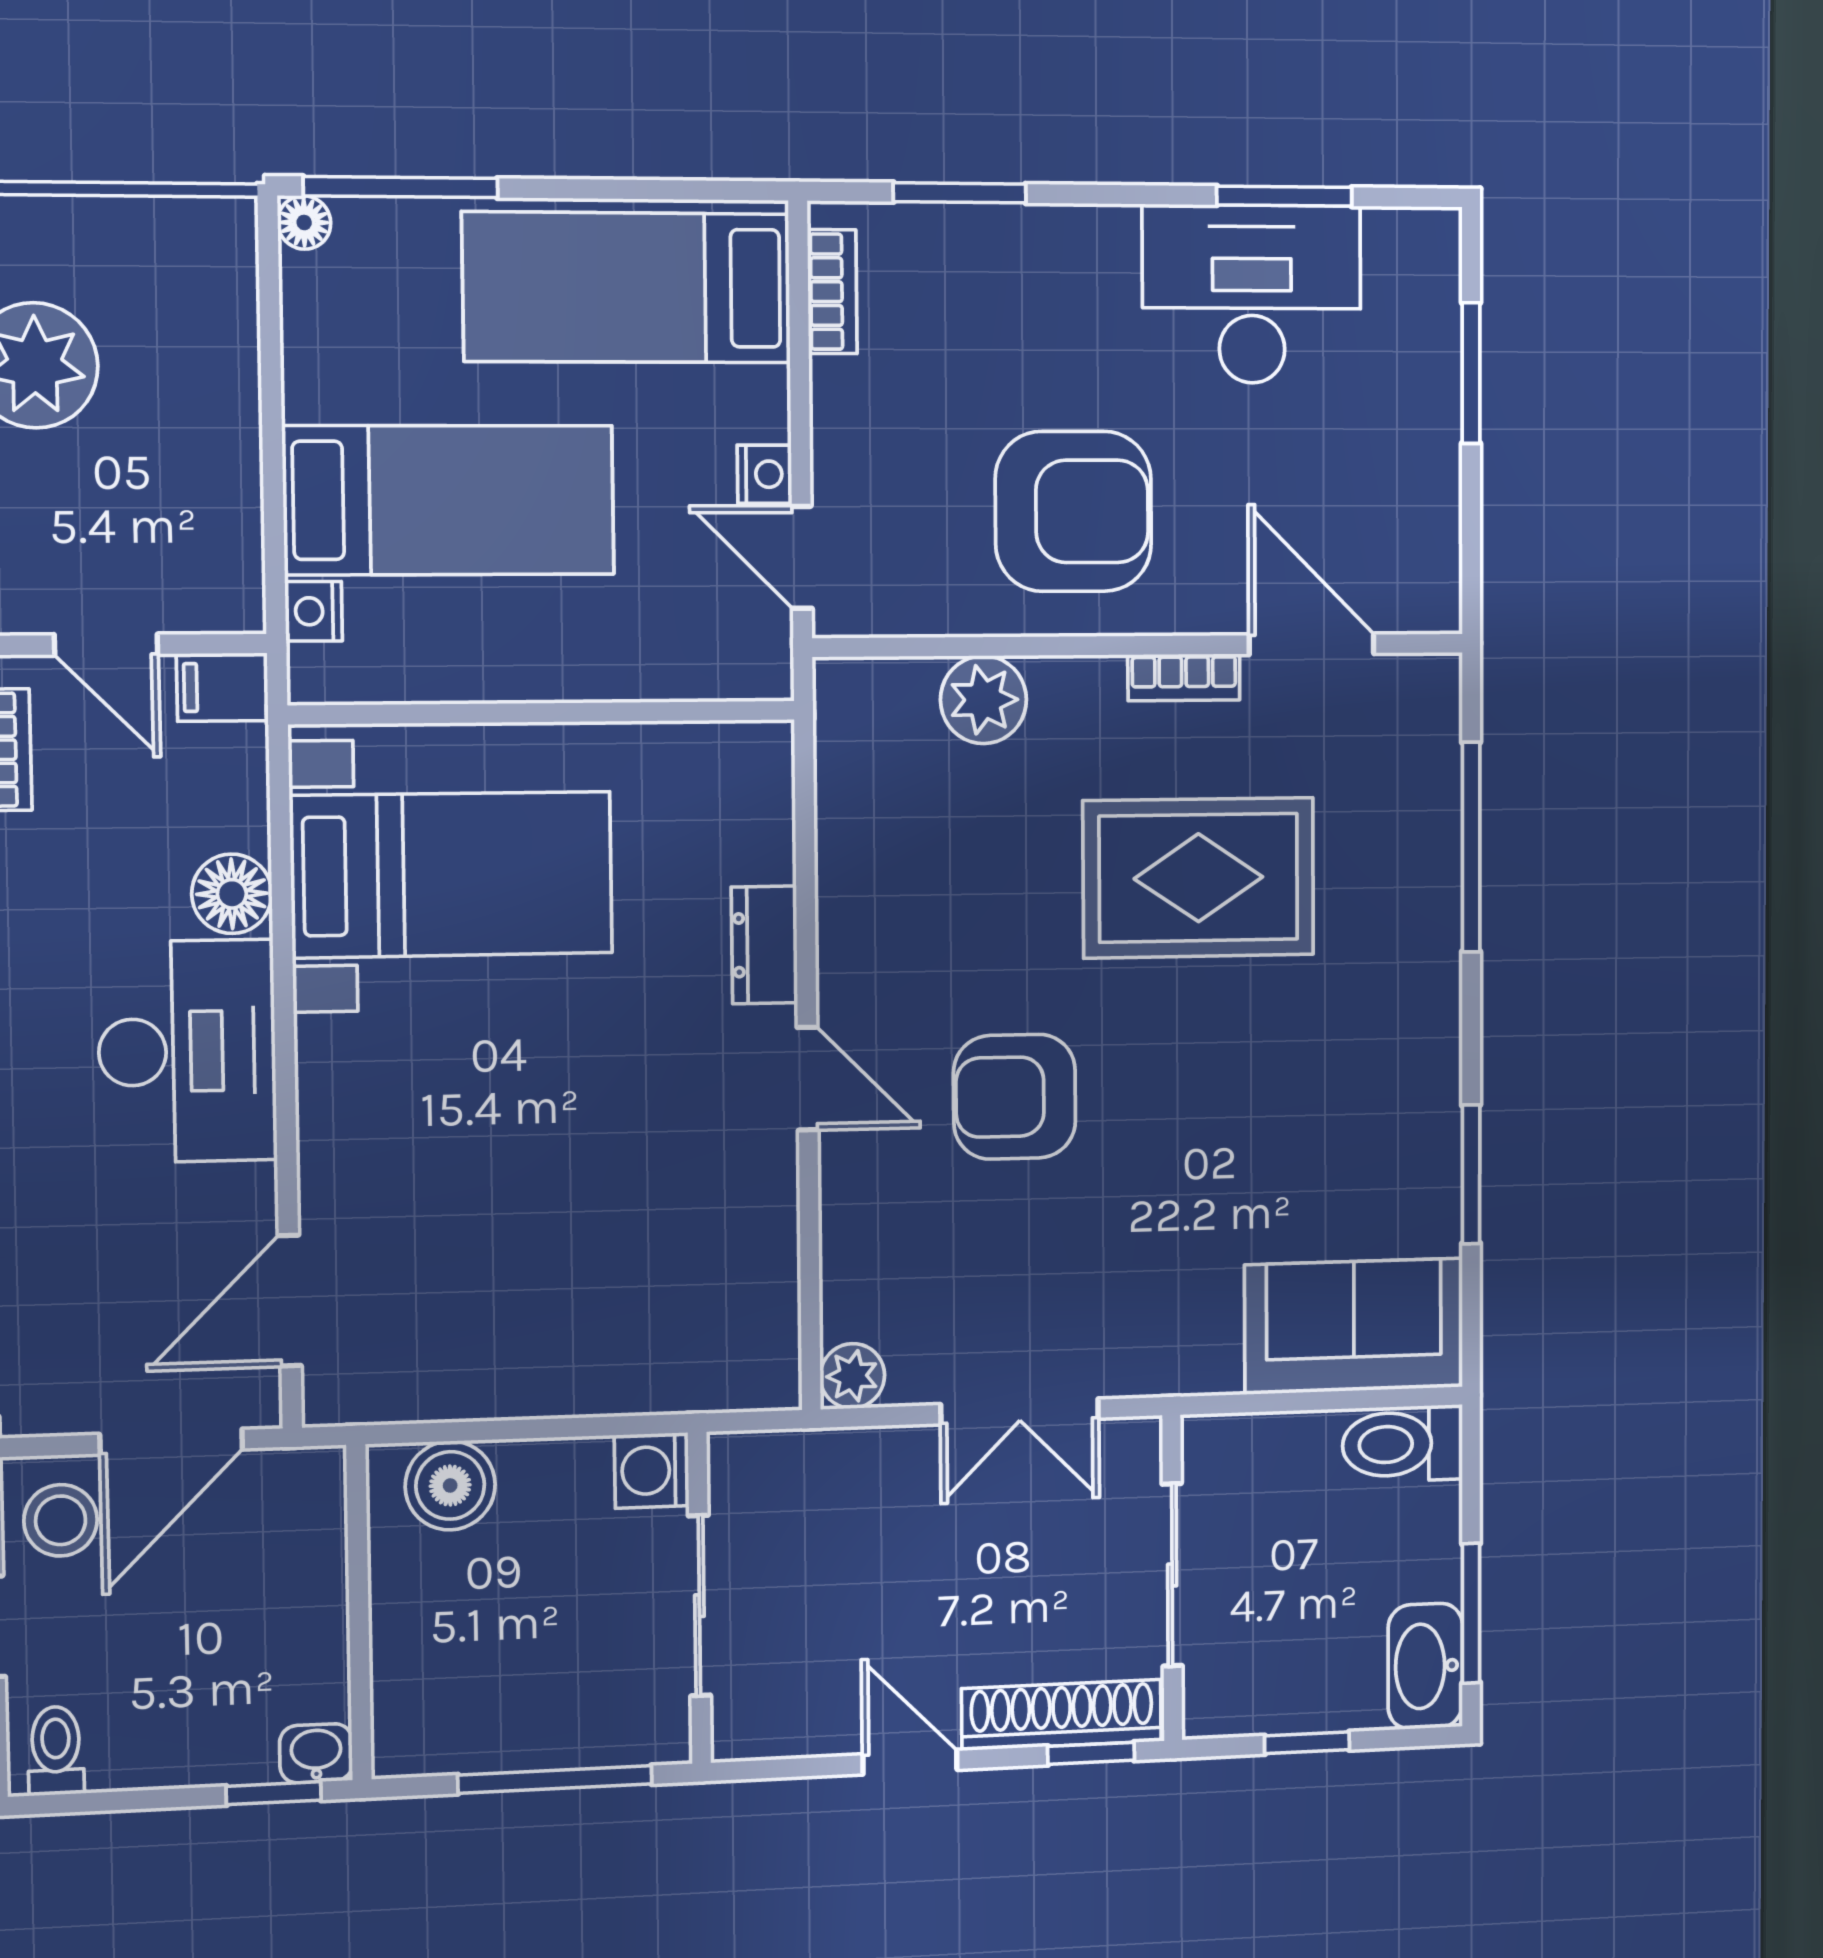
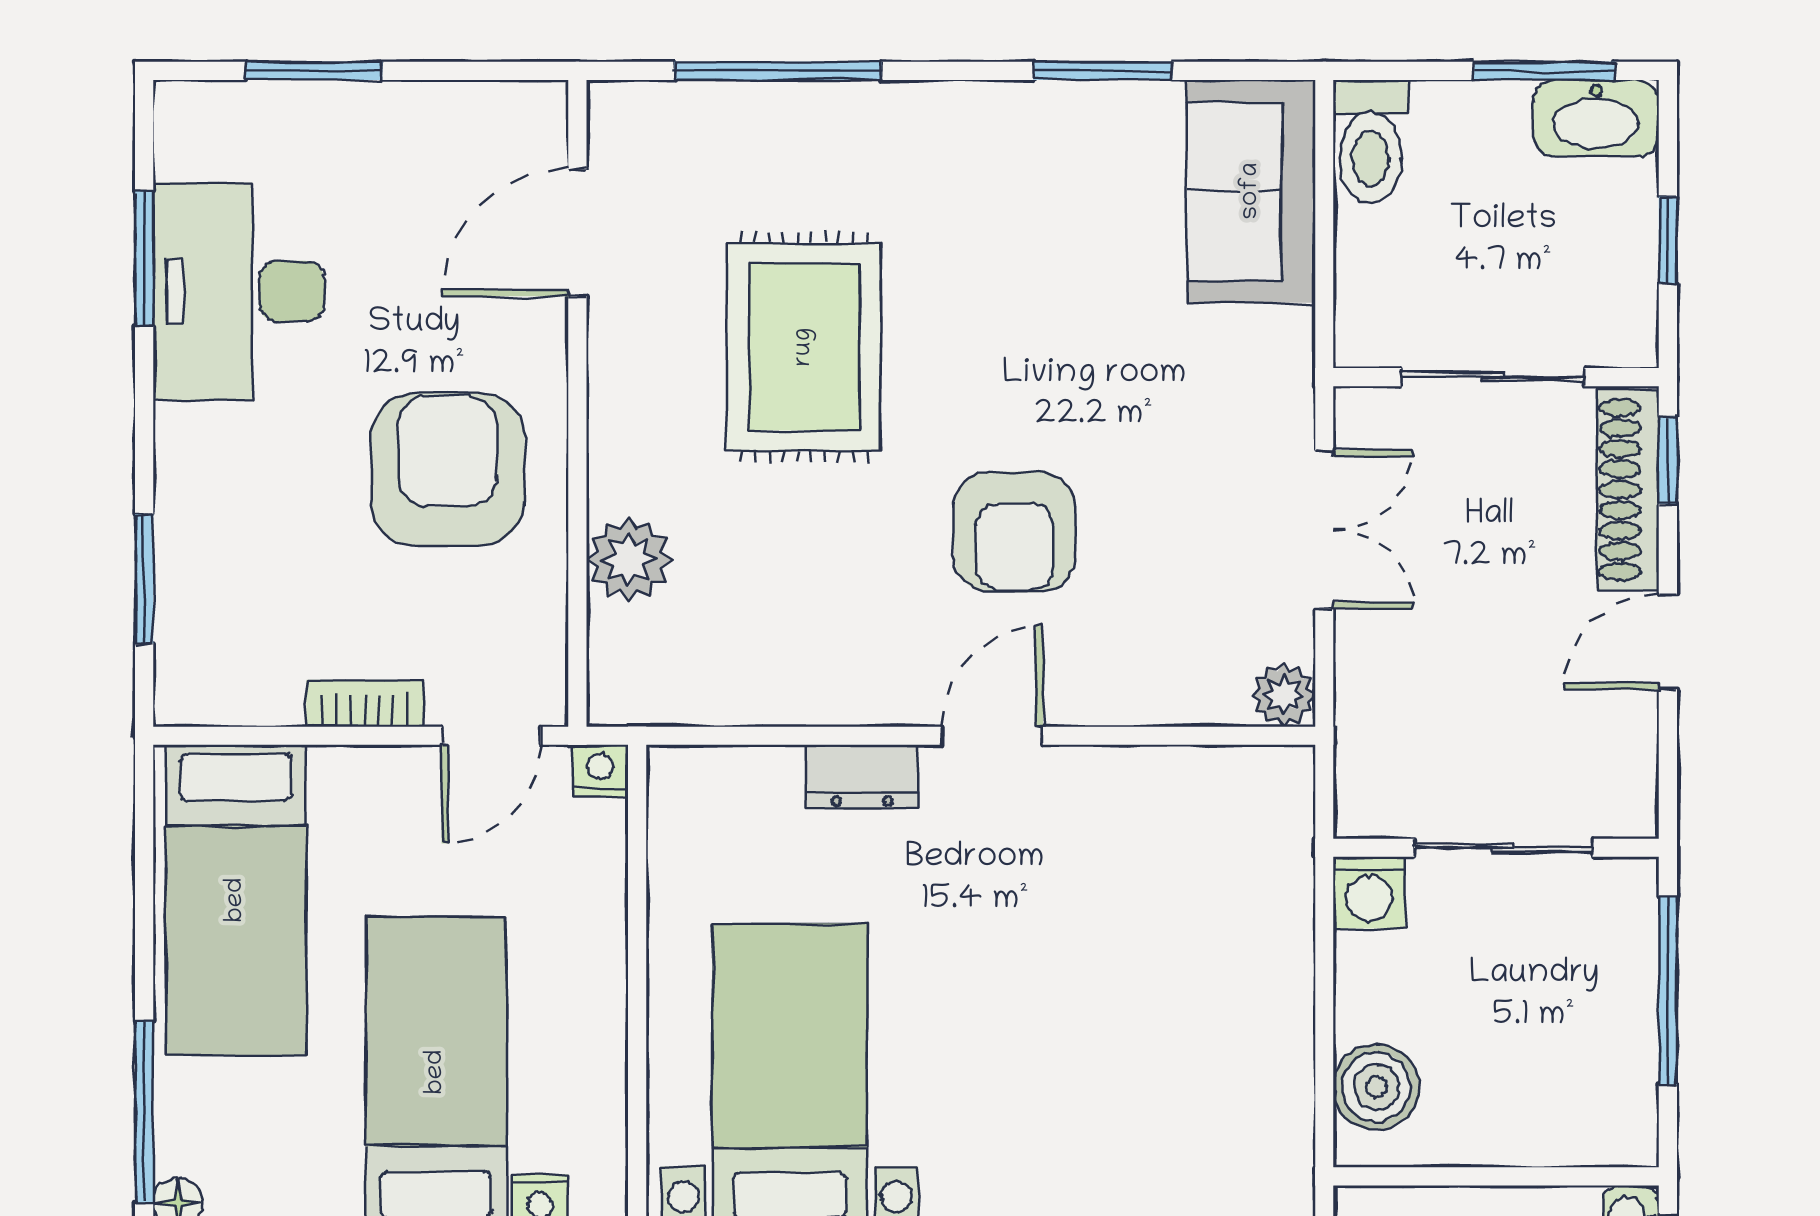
bookcase: (832, 292) -> (365, 703), moved
nightstand: (764, 474) -> (601, 771), moved
bookcase: (1184, 677) -> (609, 361), removed

